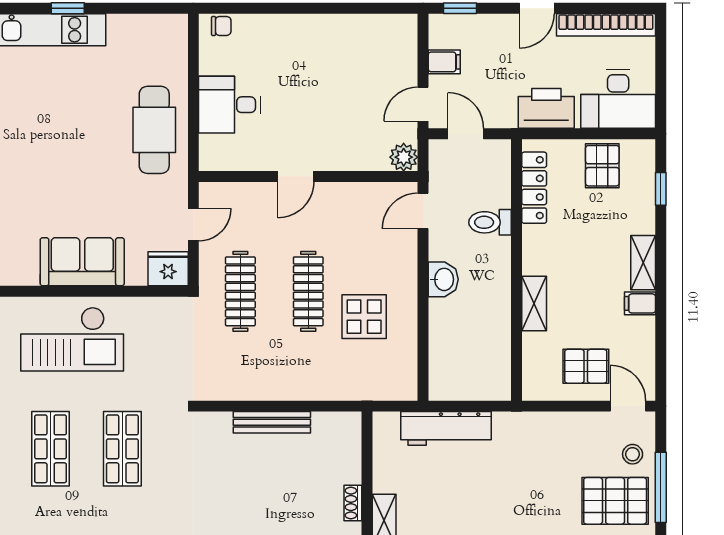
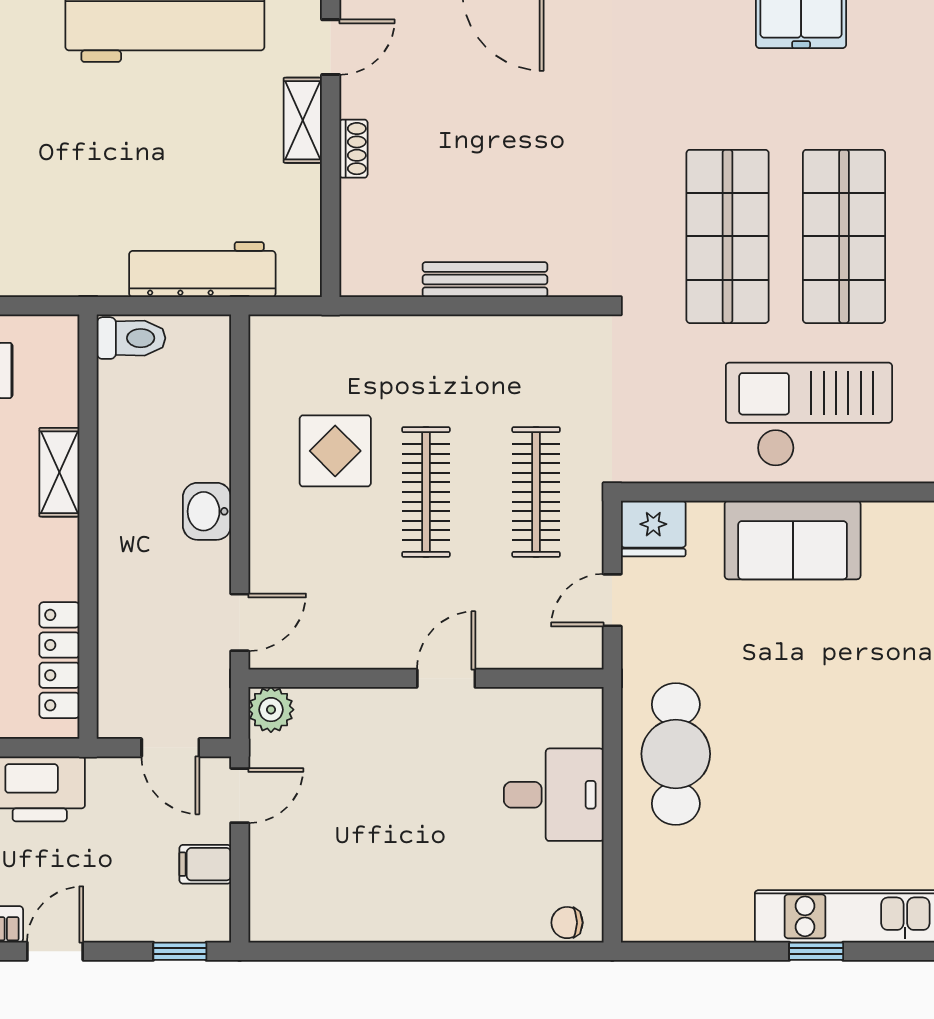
toilet: (490, 222) -> (131, 338), moved
shop shelf: (51, 449) -> (844, 236), width x1.43, depth x1.36
shop shelf: (122, 449) -> (728, 236), width x1.43, depth x1.36

